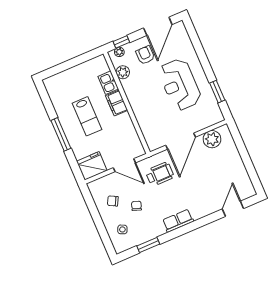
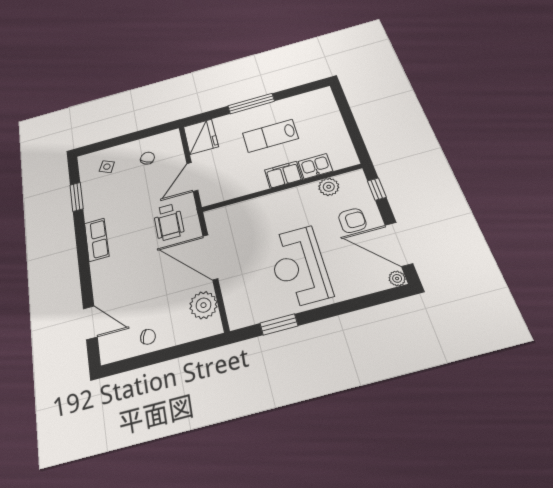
plant: (119, 52) -> (397, 278), moved
reception desk: (180, 85) -> (299, 266), turned -90
chair: (136, 206) -> (148, 337), moved

